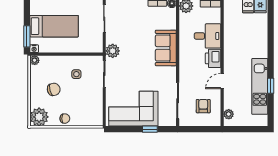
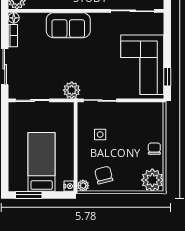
window: (27, 36) -> (29, 195), moved
chair: (54, 89) -> (104, 175), moved
window: (150, 129) -> (167, 77), moved

